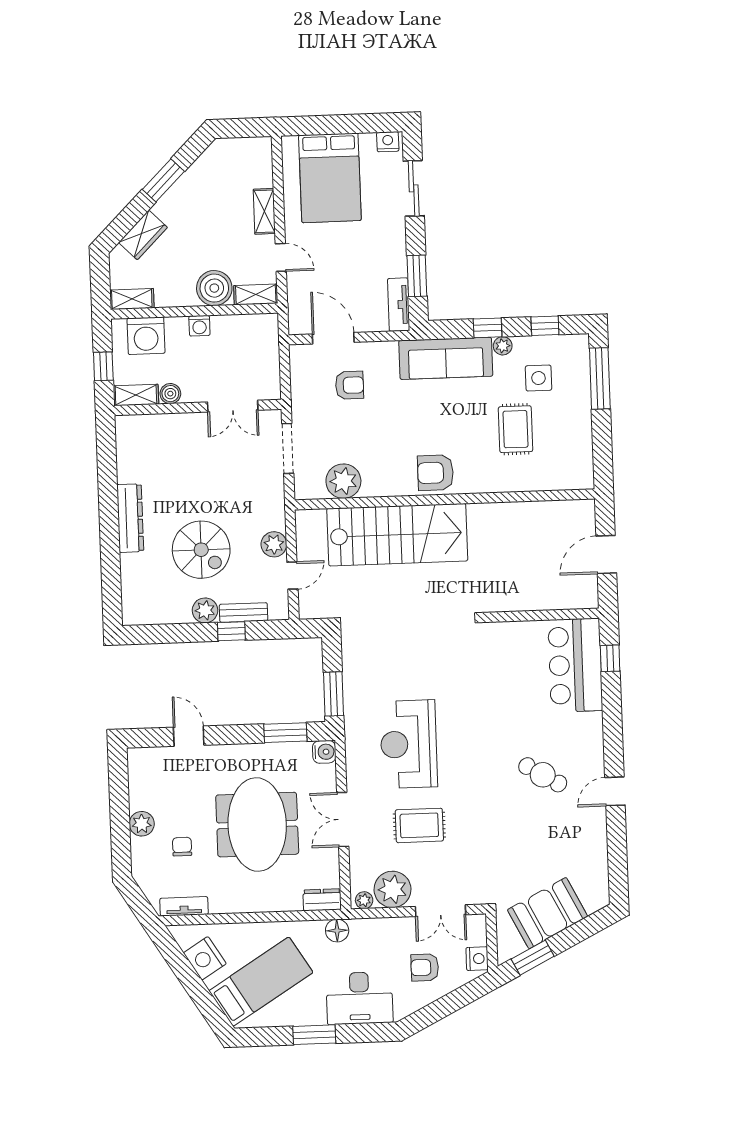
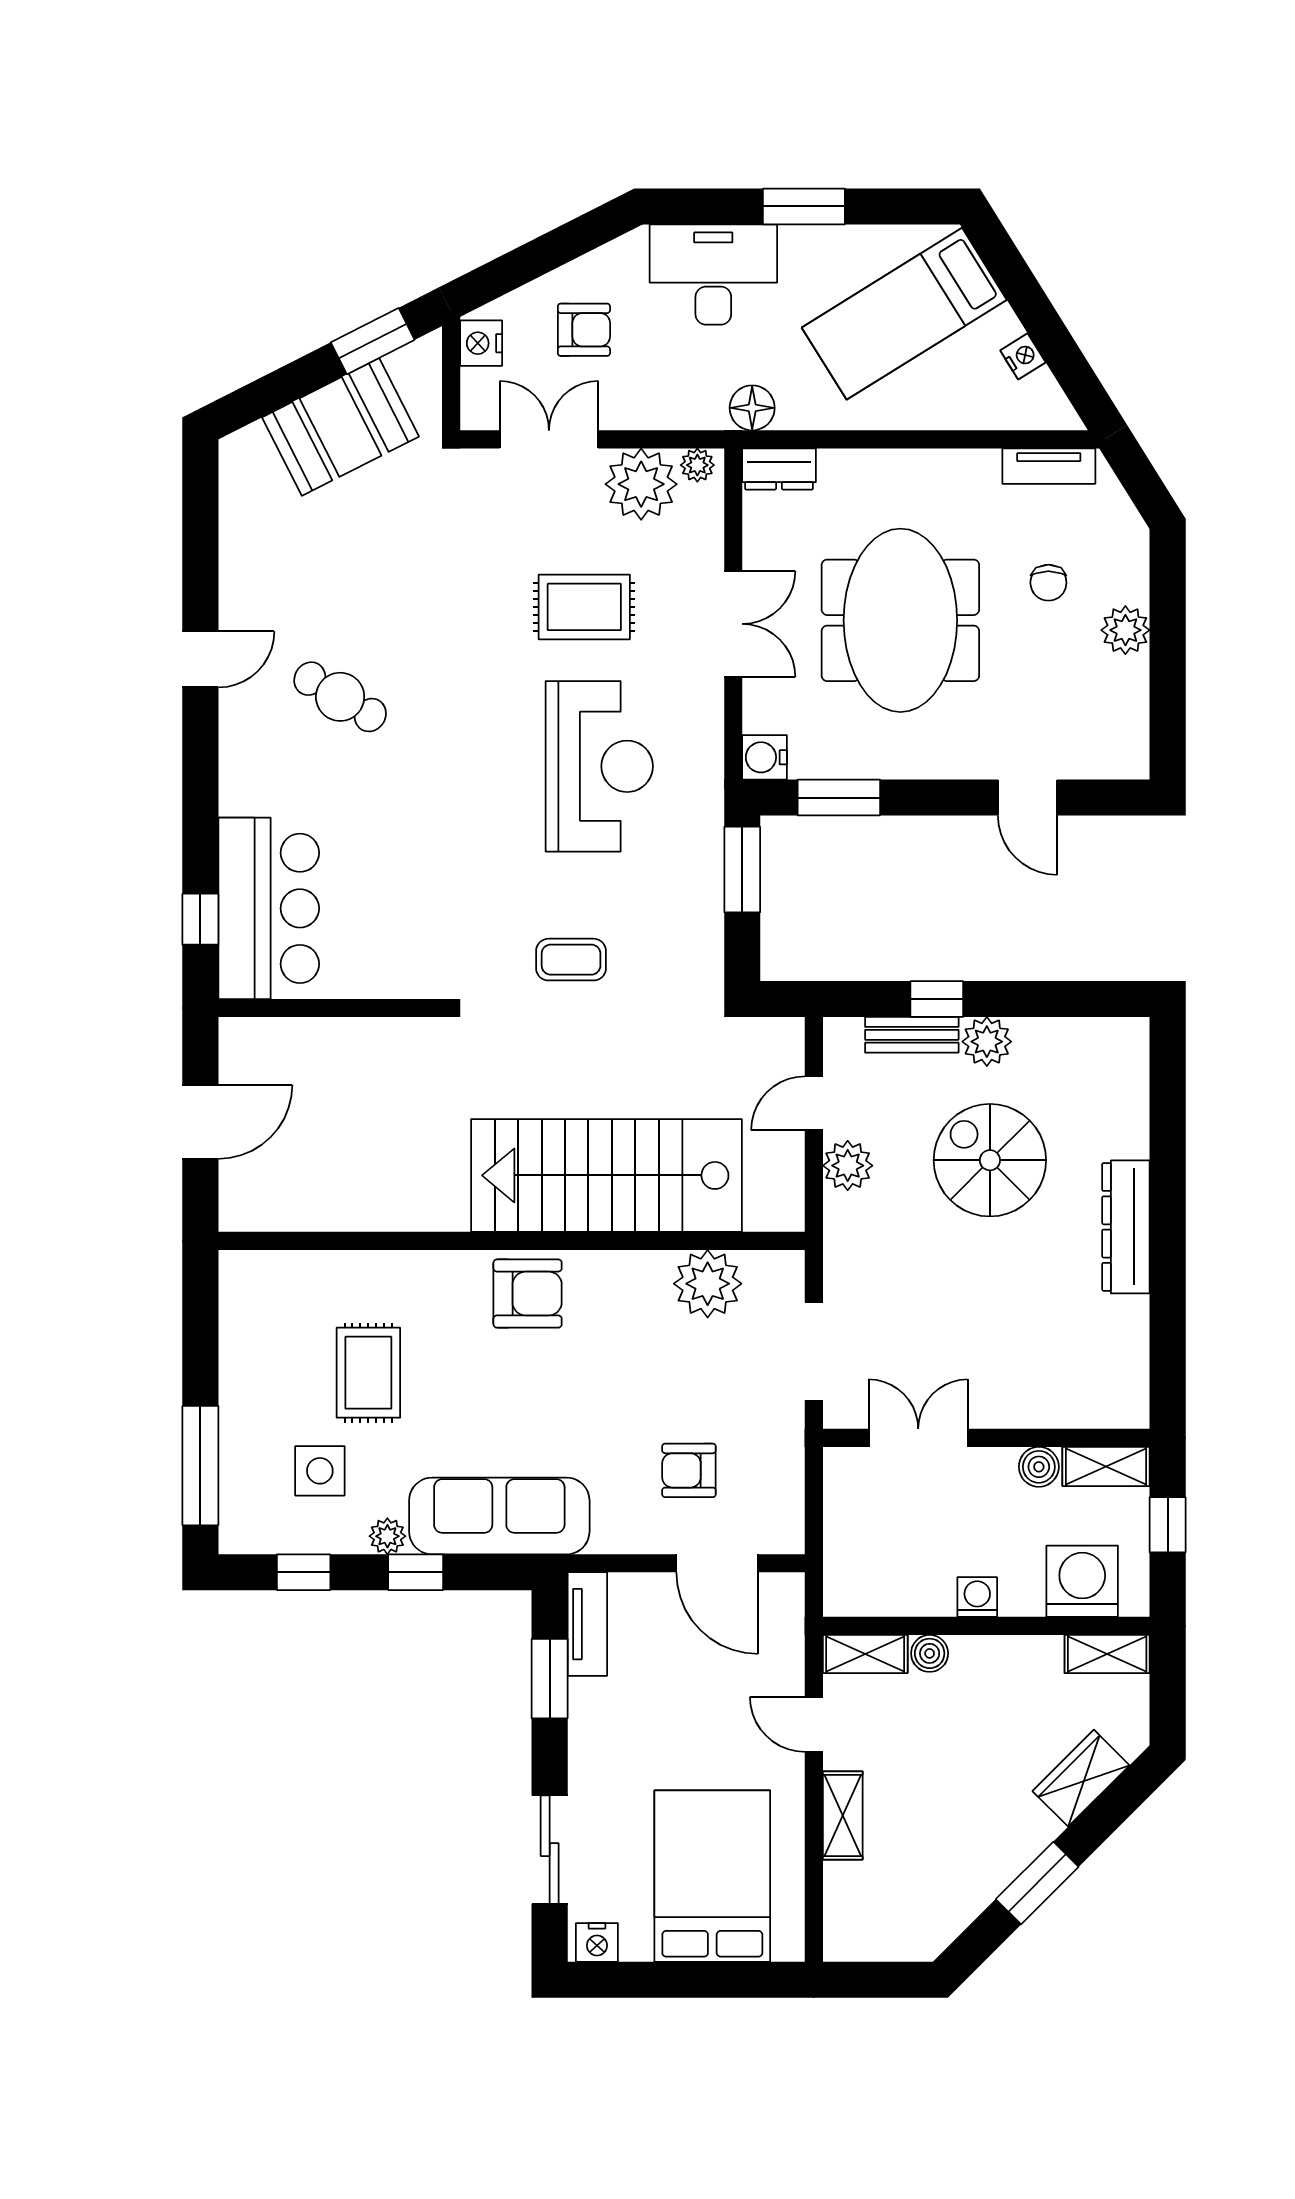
boiler: (214, 288) -> (930, 1653), width x0.54, depth x0.54
coffee table: (419, 645) -> (571, 960), added
nightstand: (205, 958) -> (1023, 356), width x0.53, depth x0.56

